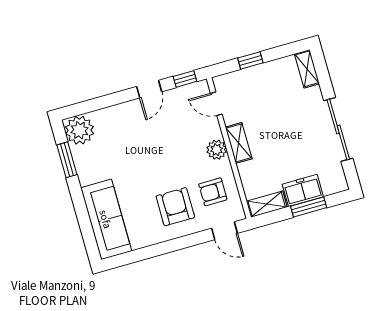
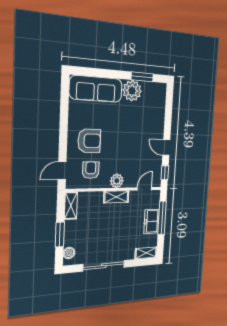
window: (250, 60) -> (162, 218), width x2.17
plant: (79, 130) -> (132, 91), moved
boiler: (331, 186) -> (69, 253), added
freezer: (303, 190) -> (152, 221), moved, turned 180

